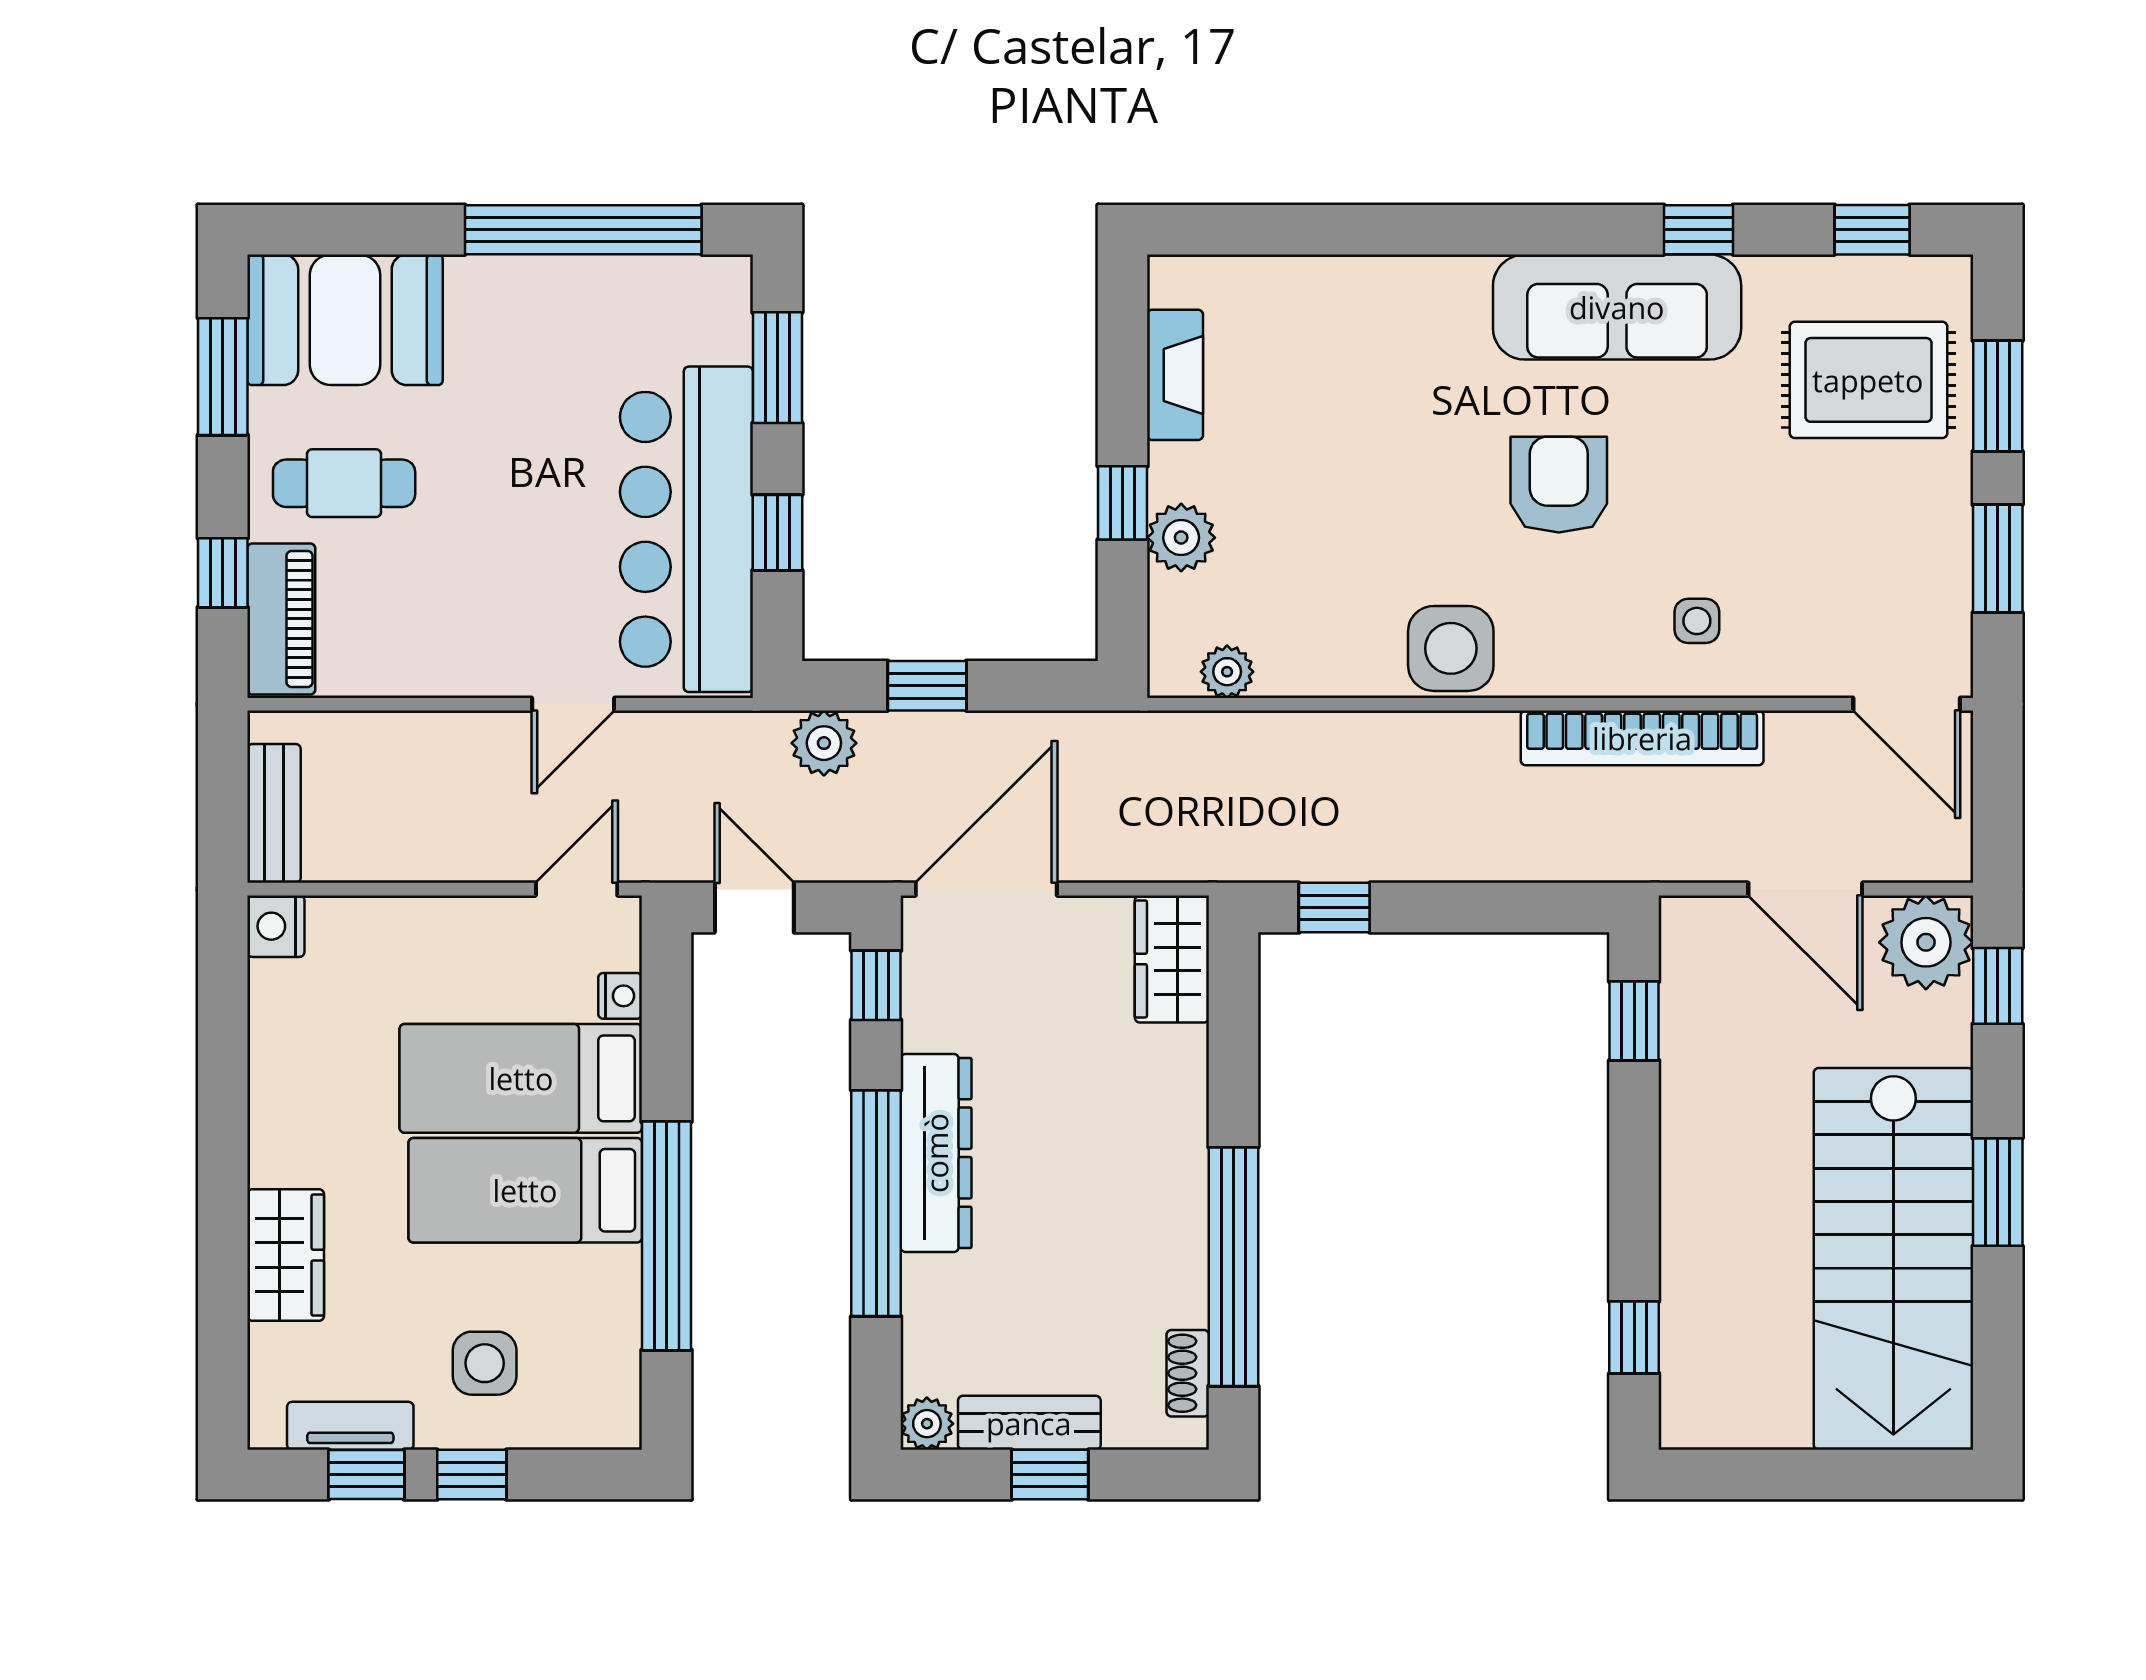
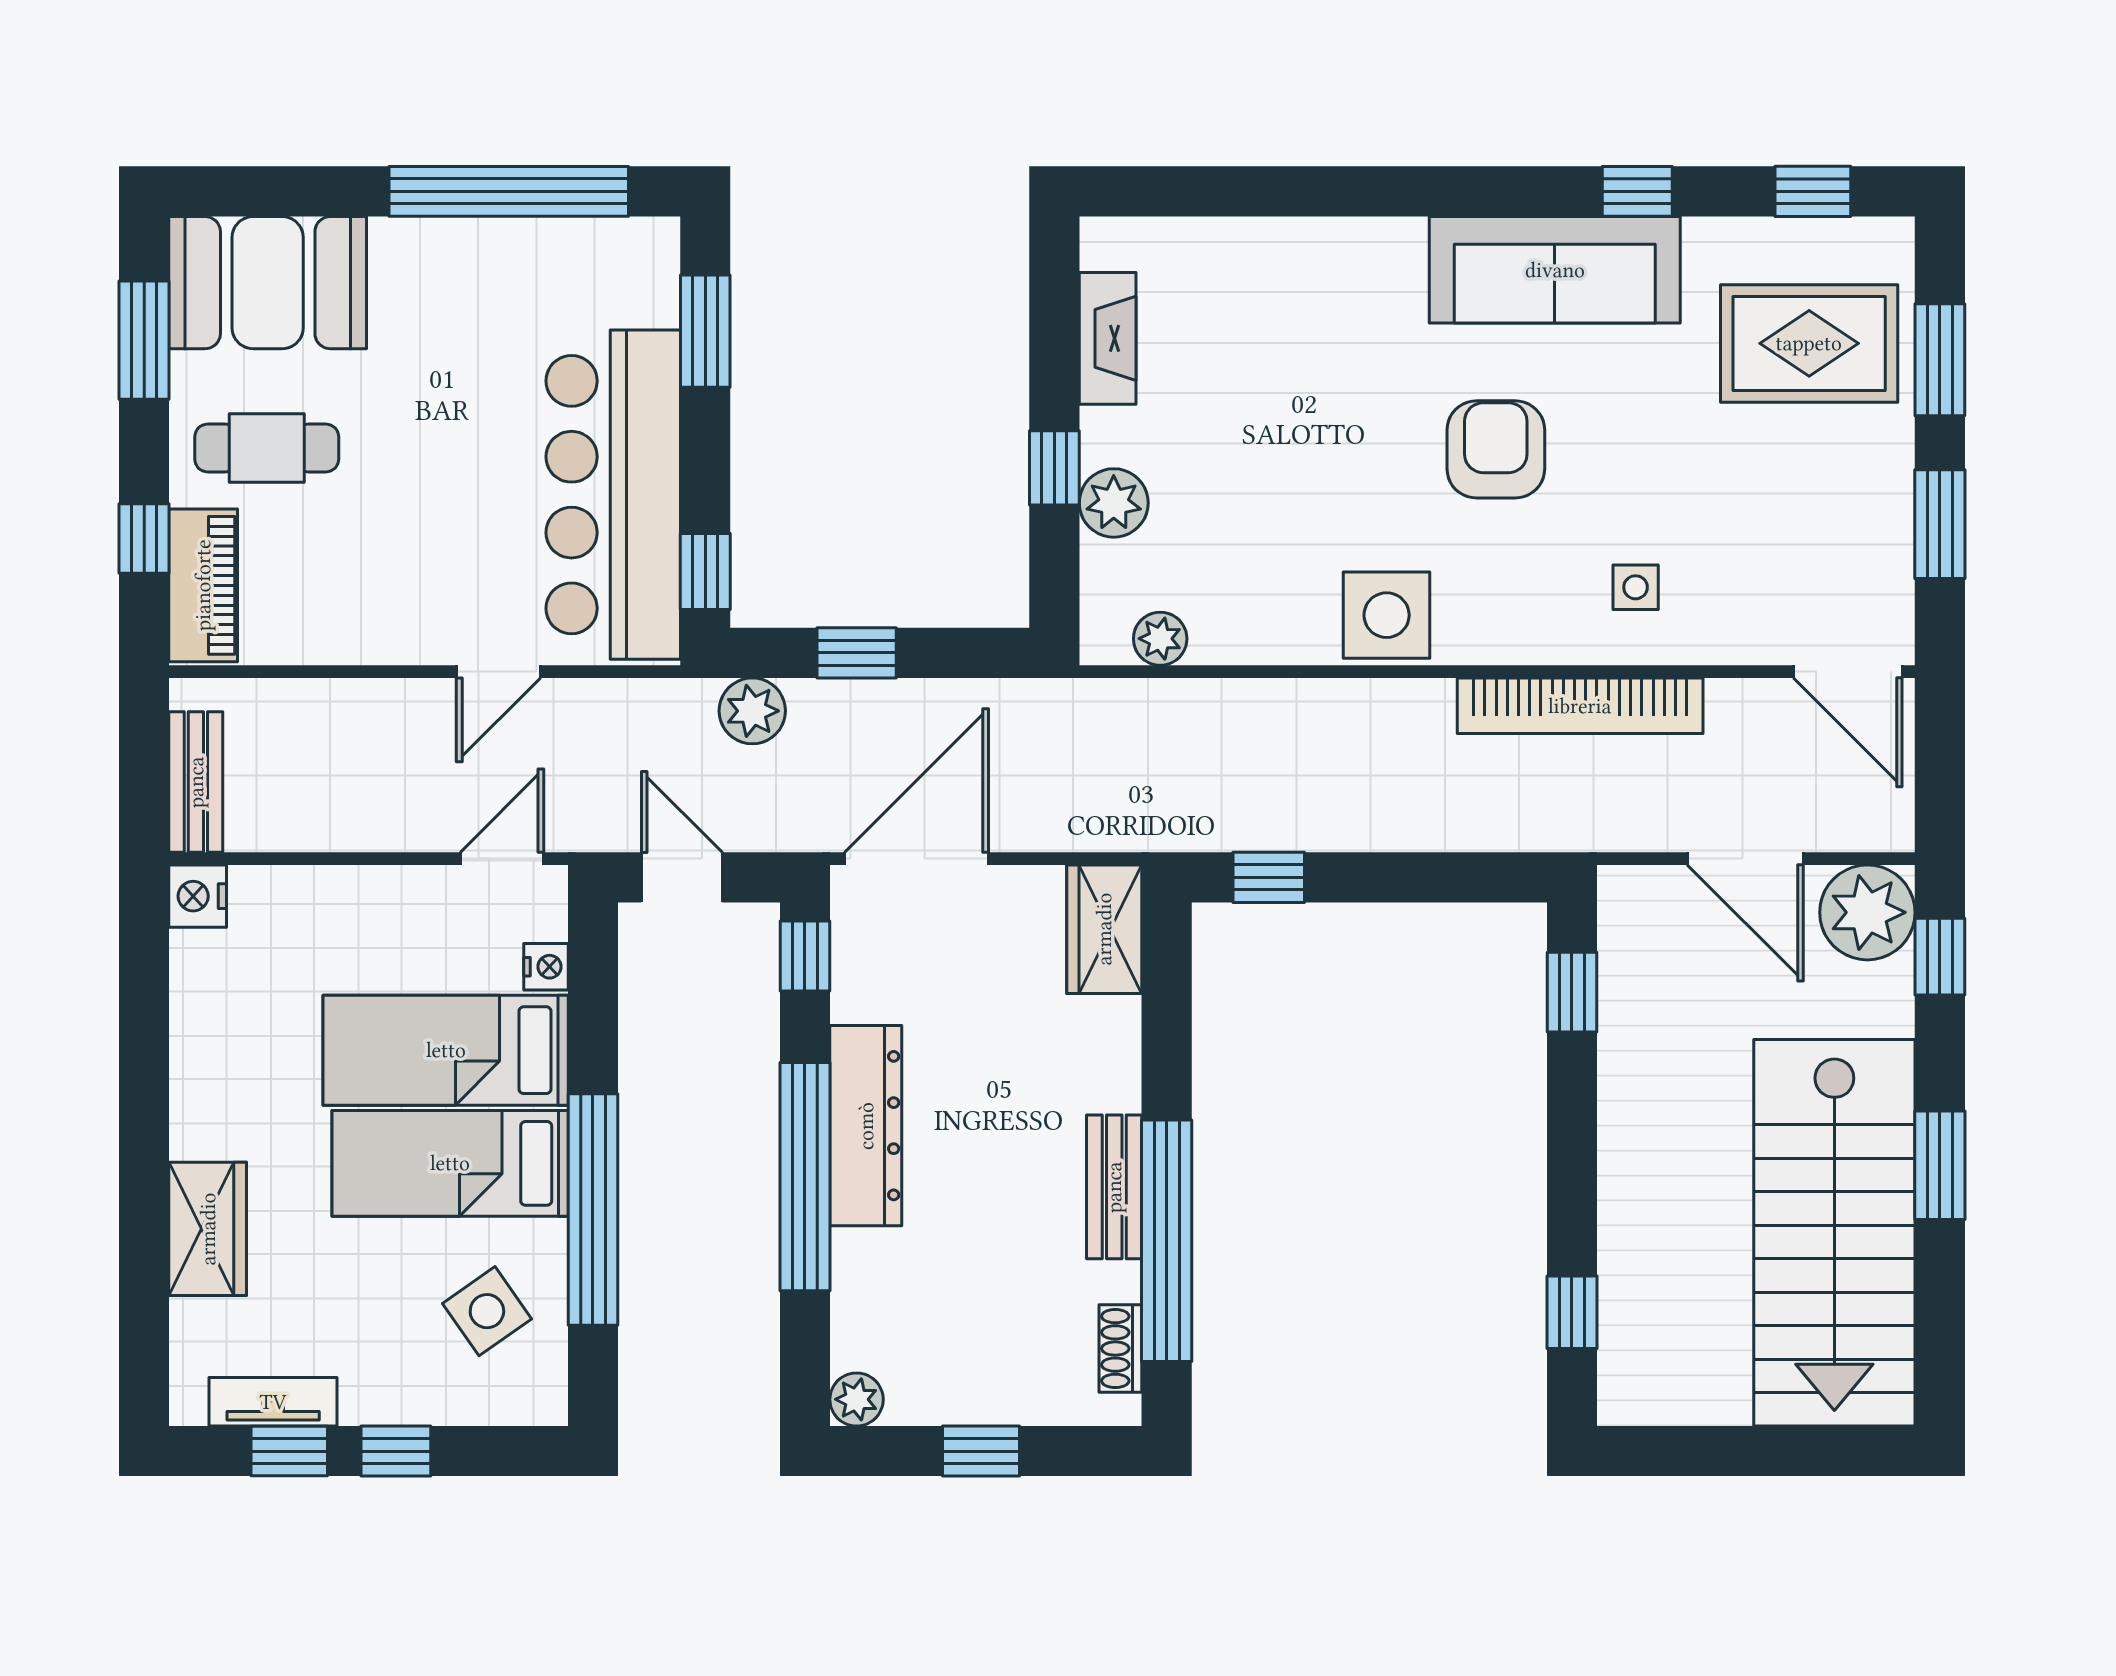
window: (777, 533) -> (705, 571), moved
side table: (485, 1363) -> (487, 1311), moved, turned -35
bench: (1029, 1423) -> (1114, 1187), moved, turned 90

